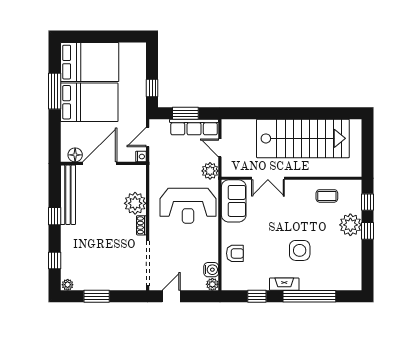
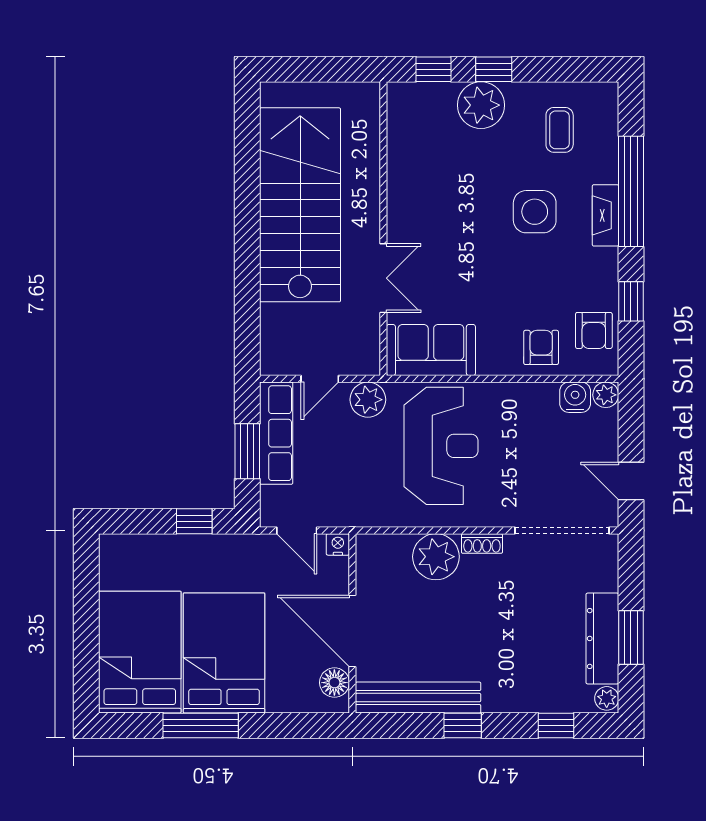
coffee table: (327, 196) -> (560, 130), moved
armchair: (243, 279) -> (594, 330), added
dresser: (96, 283) -> (602, 638), added
fireplace: (284, 284) -> (605, 215), moved

